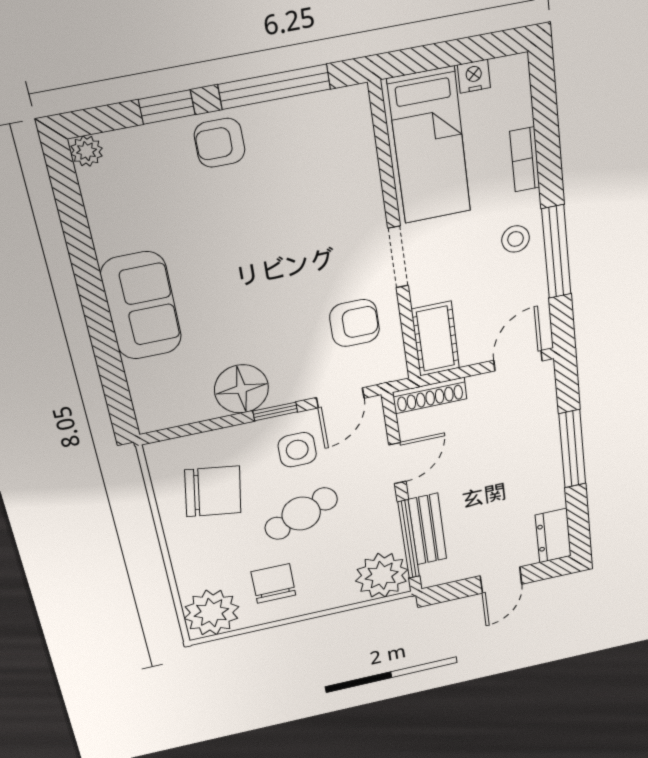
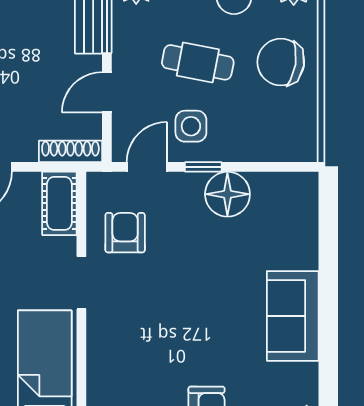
sofa: (141, 306) -> (293, 316), moved
armchair: (355, 323) -> (125, 233), turned 90
chair: (213, 491) -> (281, 62), moved
cafe table: (301, 514) -> (198, 62), turned 34

